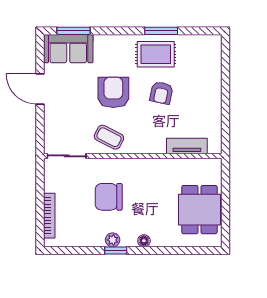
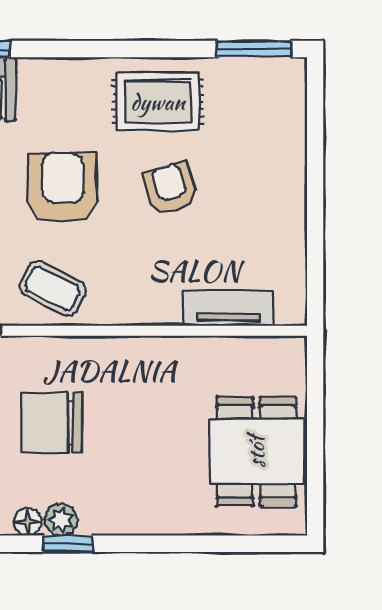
window: (161, 31) -> (254, 49), moved
armchair: (161, 93) -> (171, 188), turned 152
floor lamp: (144, 241) -> (28, 522), moved

